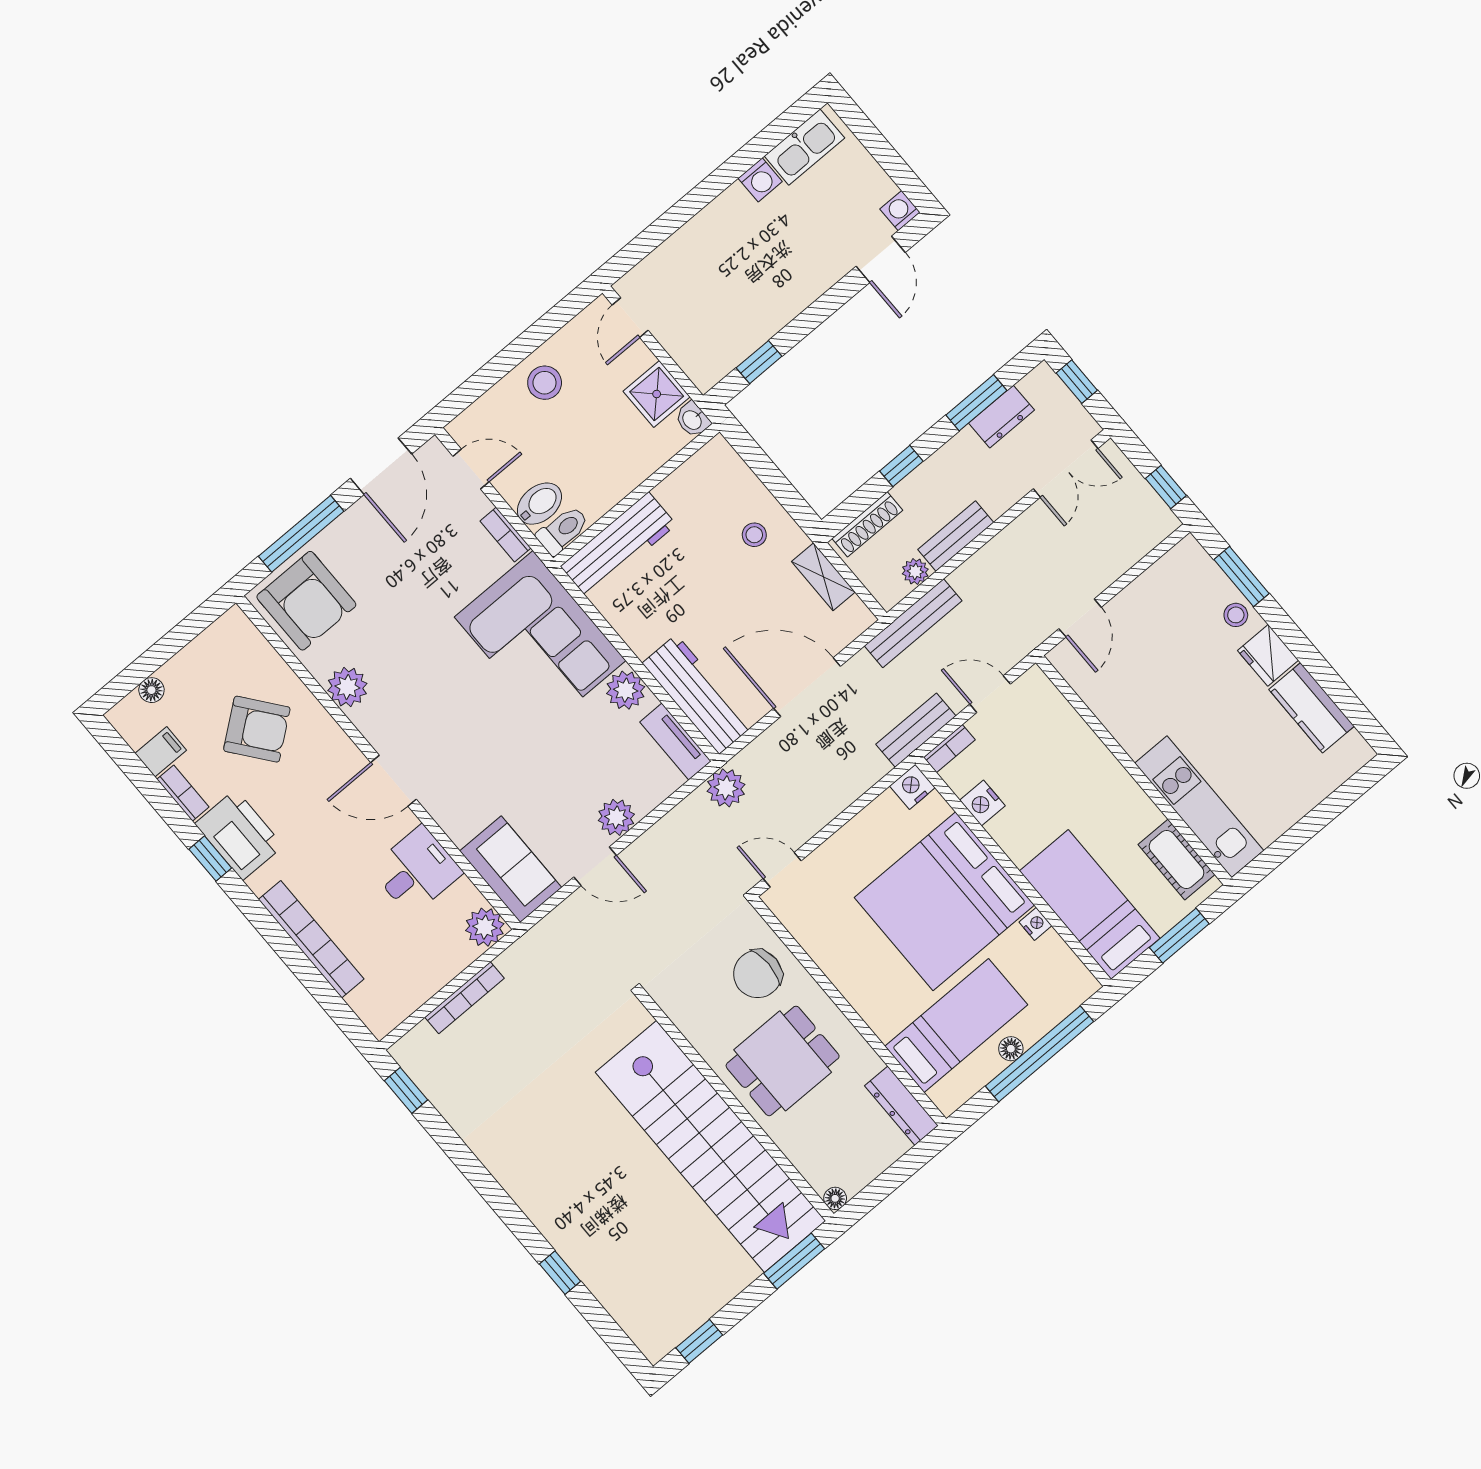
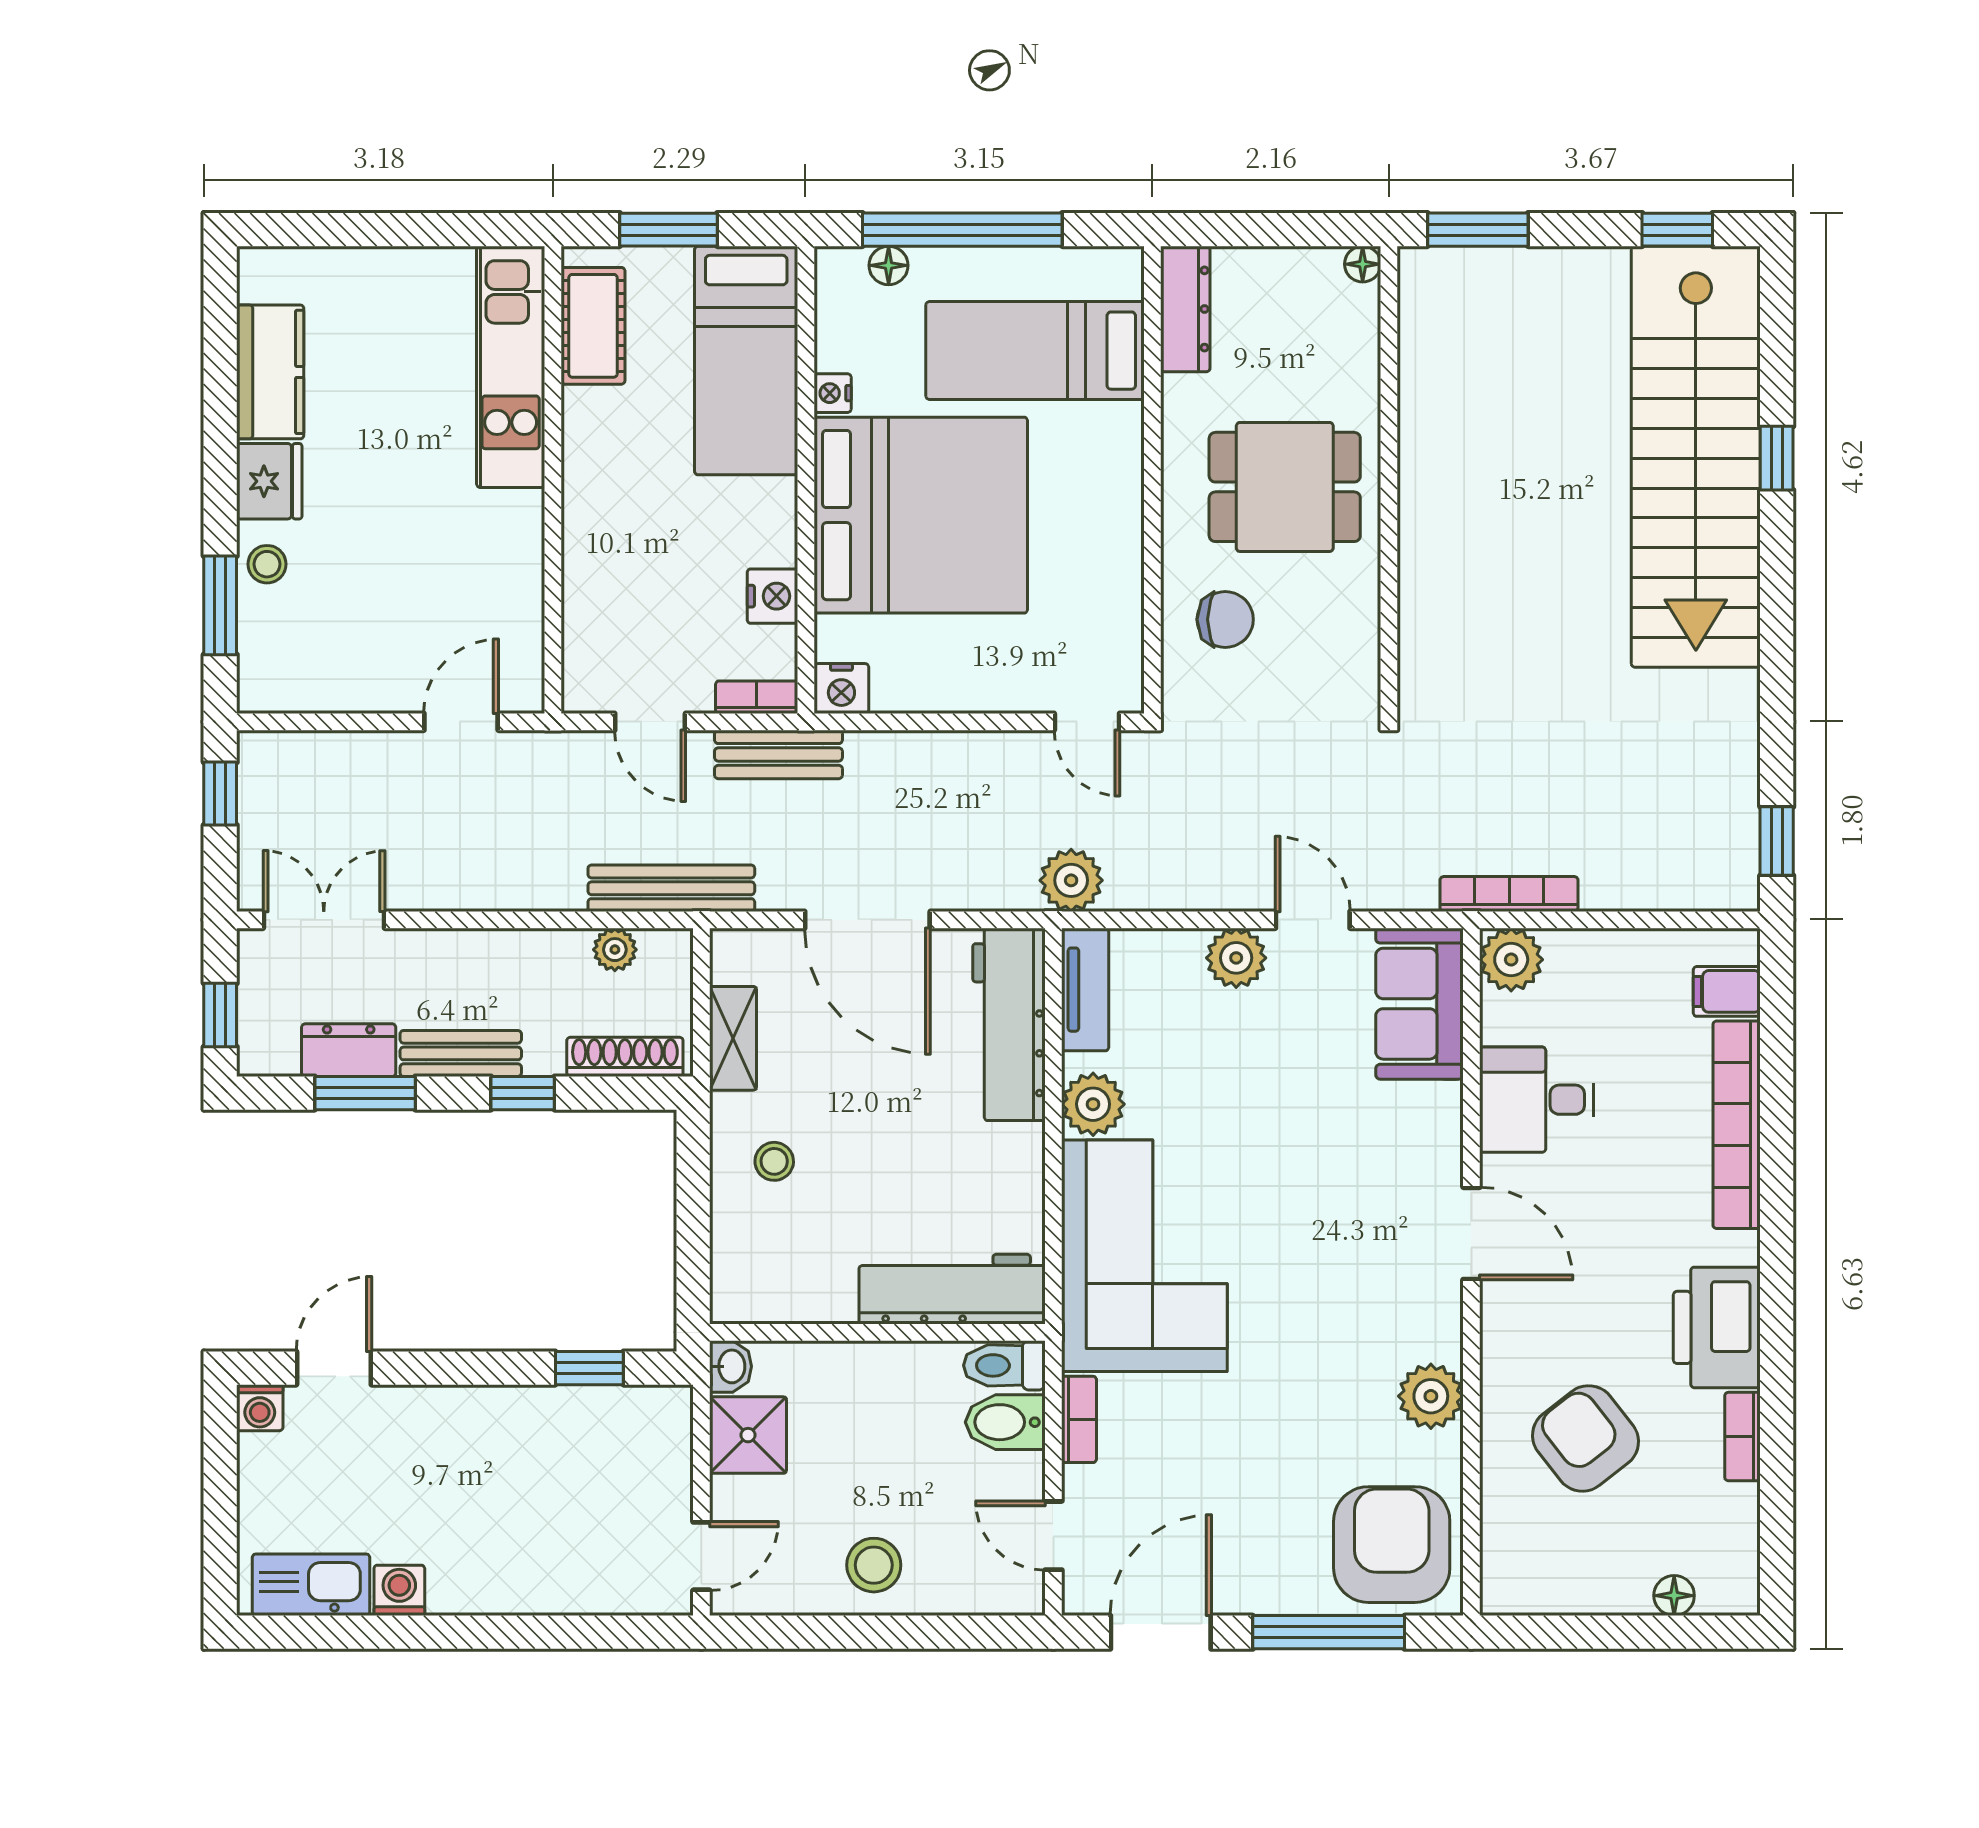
bench: (956, 536) -> (461, 1053), moved
filing cabinet: (161, 752) -> (1727, 991), moved
window: (210, 859) -> (1777, 1328), removed
chair: (758, 974) -> (1225, 619), width x0.73, depth x0.73
bookcase: (465, 998) -> (1509, 894), moved
floor lamp: (1011, 1049) -> (889, 265), moved
stairs: (711, 1146) -> (1696, 457), moved, turned 180

